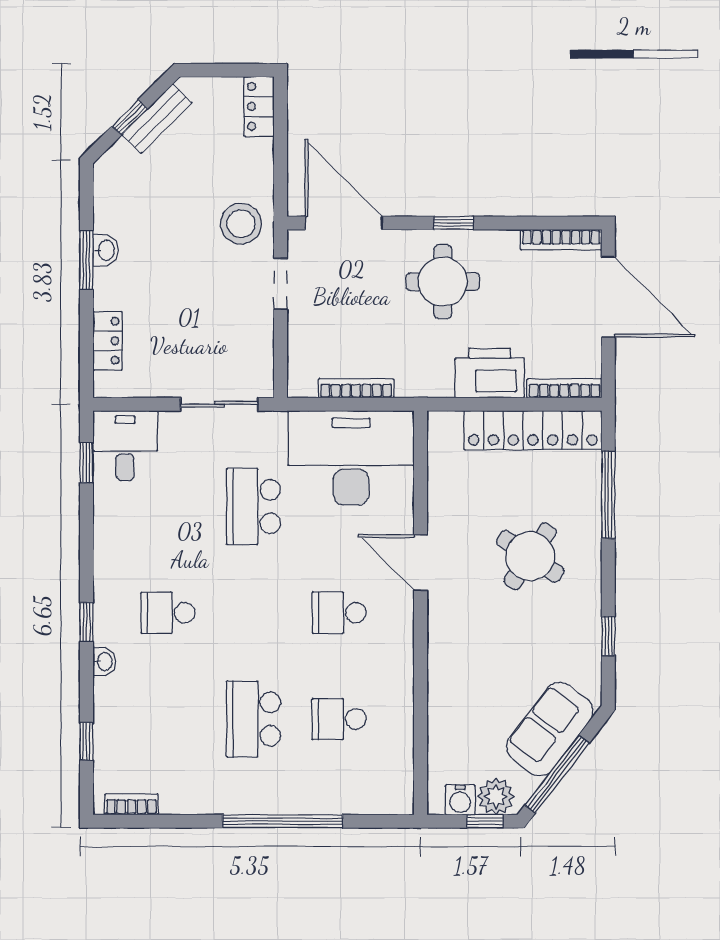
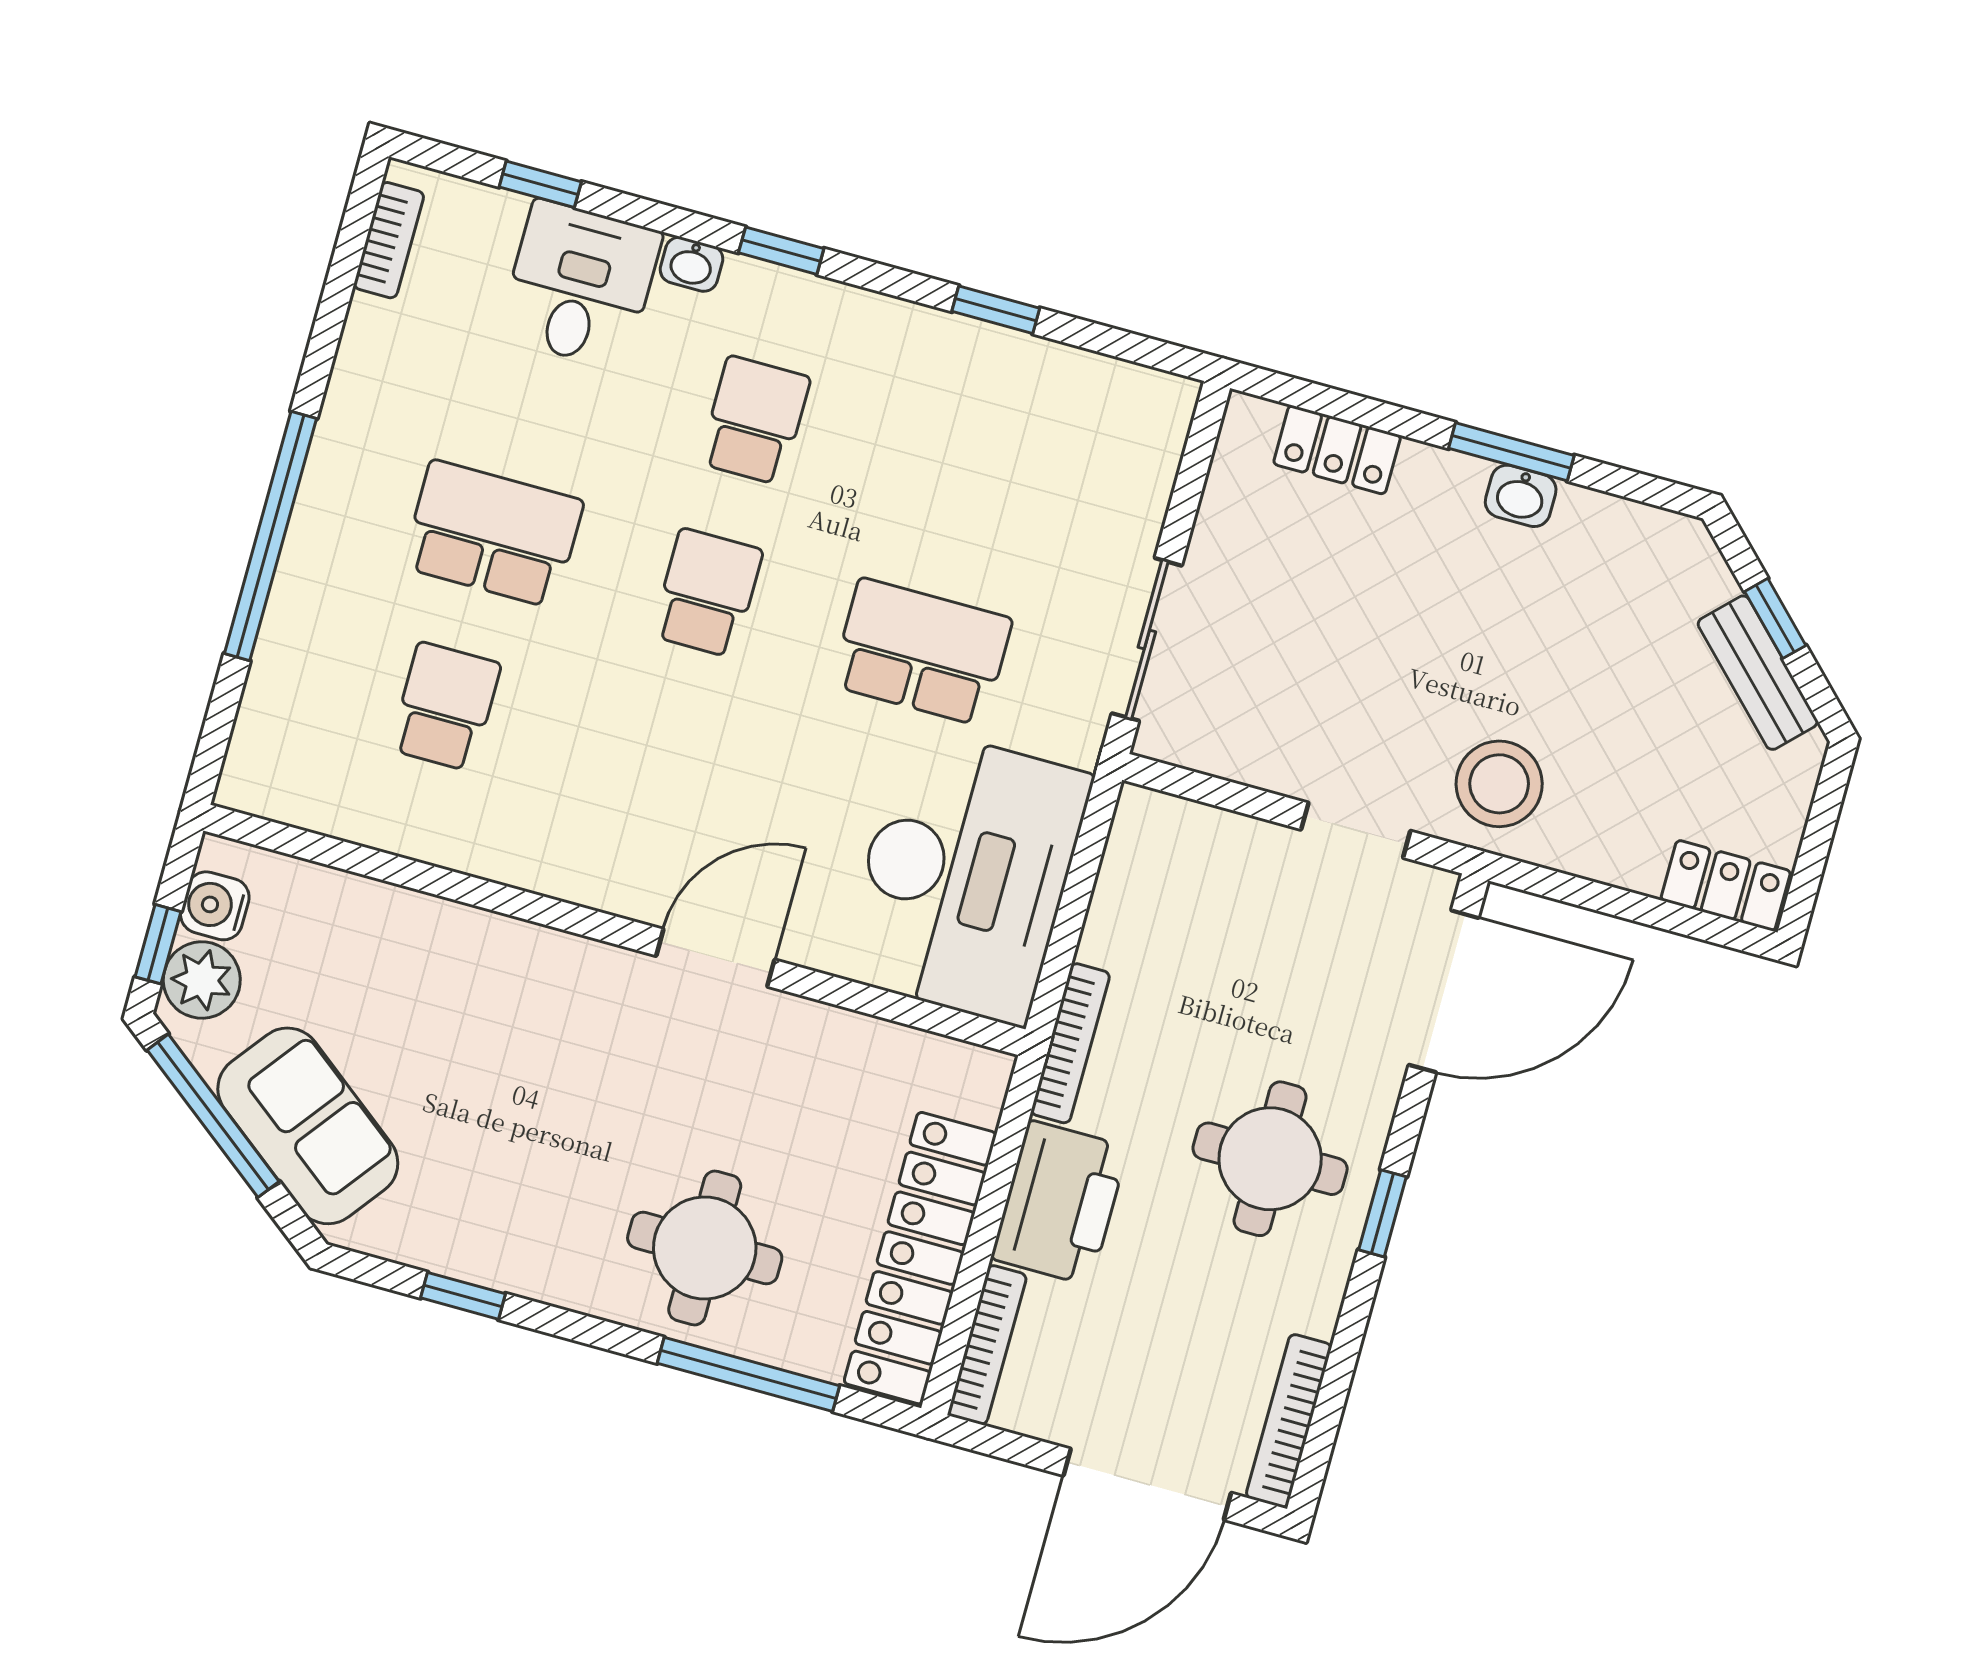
bookcase: (356, 388) -> (1070, 1043), moved
desk: (125, 445) -> (580, 285), moved, turned -90
window: (86, 463) -> (996, 310), moved
round table: (530, 556) -> (705, 1248), moved, turned -34
school desk: (339, 613) -> (707, 593), moved

